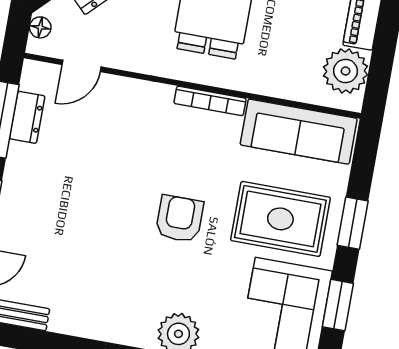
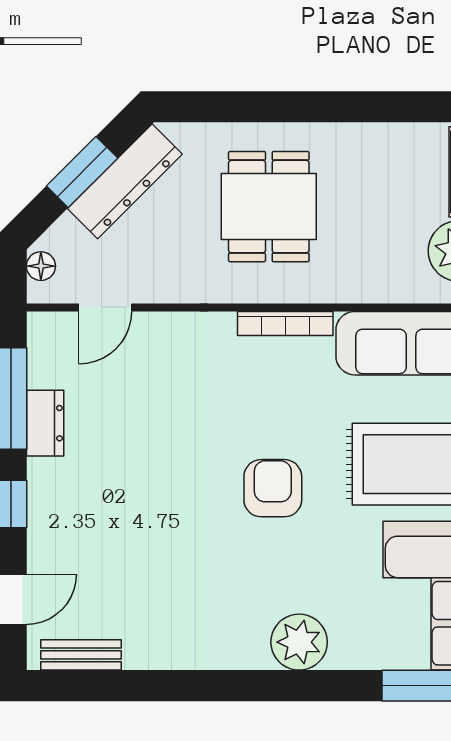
dresser: (27, 117) -> (45, 423), moved

